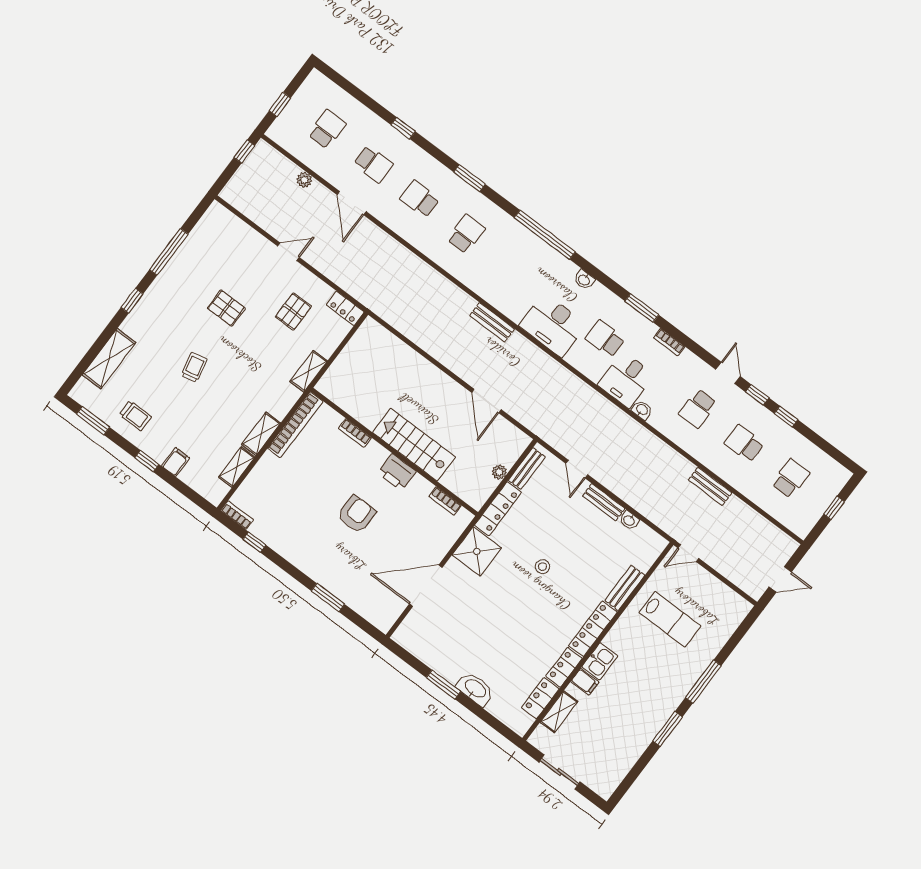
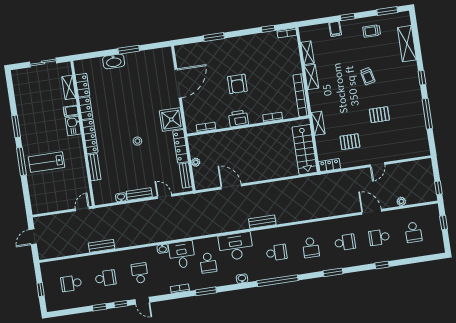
school desk: (512, 269) -> (277, 253), added
pallet: (293, 312) -> (350, 142), turned 90
school desk: (605, 339) -> (208, 263), turned 90
stairs: (414, 445) -> (305, 150), moved, turned 90
school desk: (791, 478) -> (71, 283), turned 90
lab bench: (670, 619) -> (46, 162), moved

